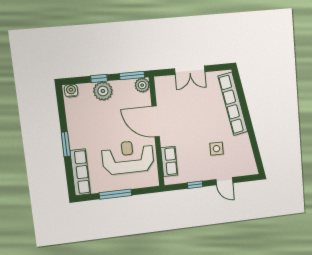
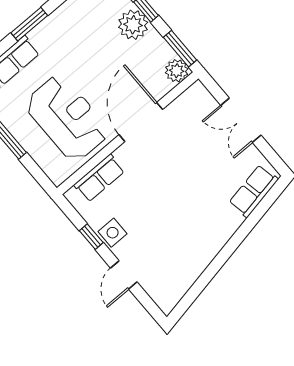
row of seats: (233, 104) -> (254, 191), width x0.50
side table: (216, 149) -> (113, 233), moved

